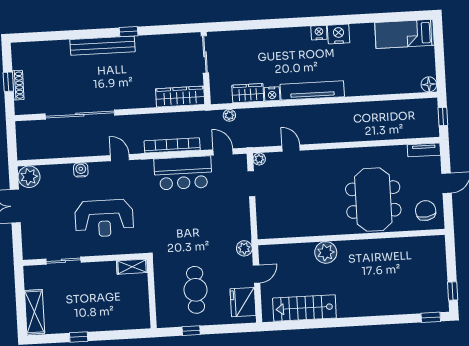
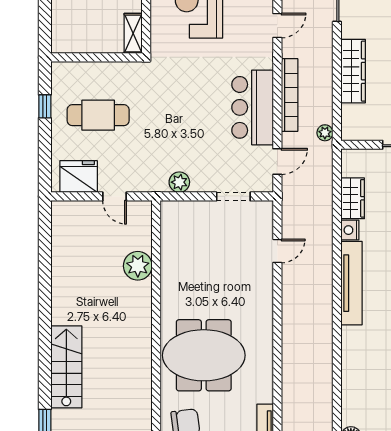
wardrobe: (180, 97) -> (353, 71), moved
plant: (229, 115) -> (325, 133), moved
plant: (259, 159) -> (265, 208), removed
plant: (244, 248) -> (179, 182), moved
plant: (326, 252) -> (138, 266), moved
stairs: (304, 308) -> (66, 367), moved

